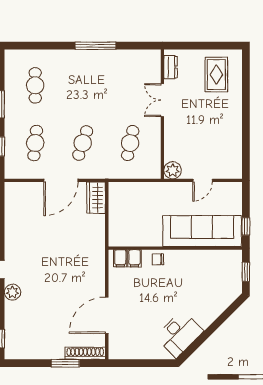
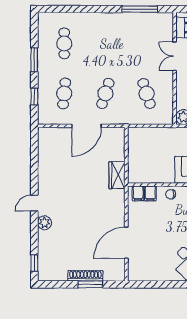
window: (95, 46) -> (140, 9), moved
cafe table: (130, 143) -> (147, 93), turned -30
wardrobe: (96, 198) -> (117, 175), moved
shoe rack: (85, 353) -> (85, 276), moved

